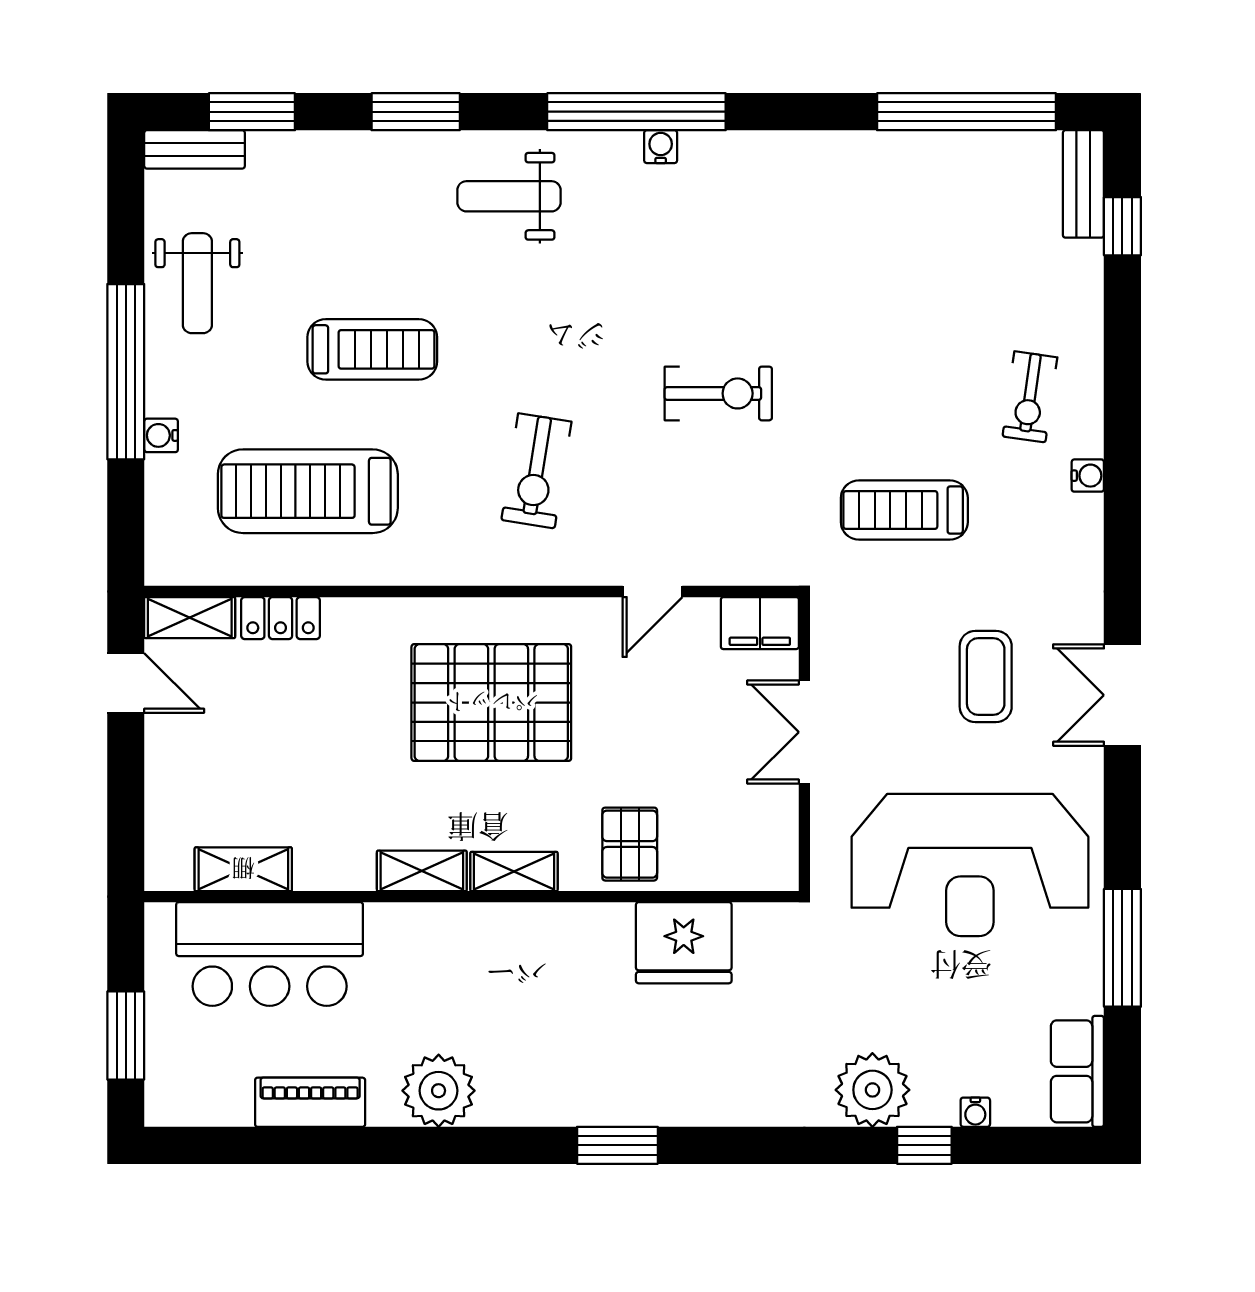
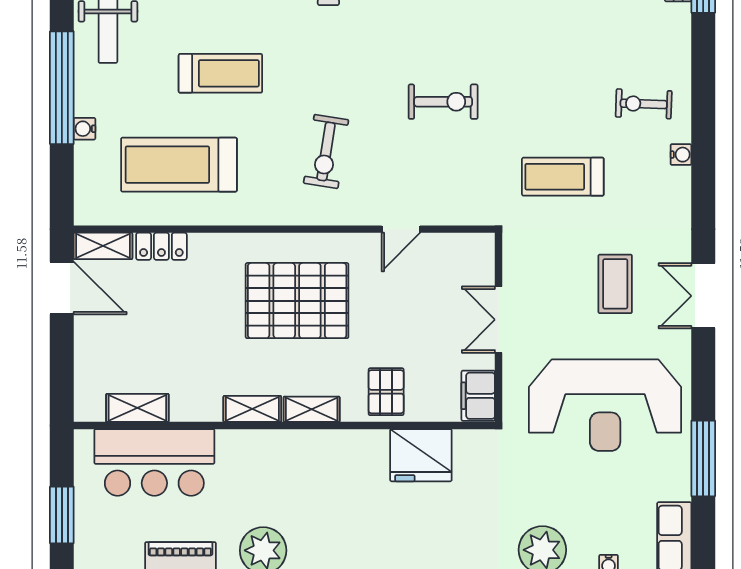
exercise bike: (1030, 397) -> (644, 104), turned 84
filing cabinet: (760, 623) -> (478, 396), moved, turned 90
door: (126, 683) -> (62, 288), width x1.38

